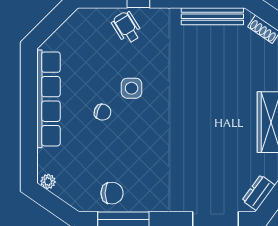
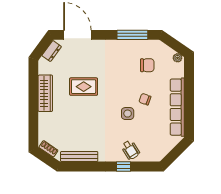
rug: (205, 133) -> (84, 87), added
chair: (112, 193) -> (147, 65), moved, turned 180

